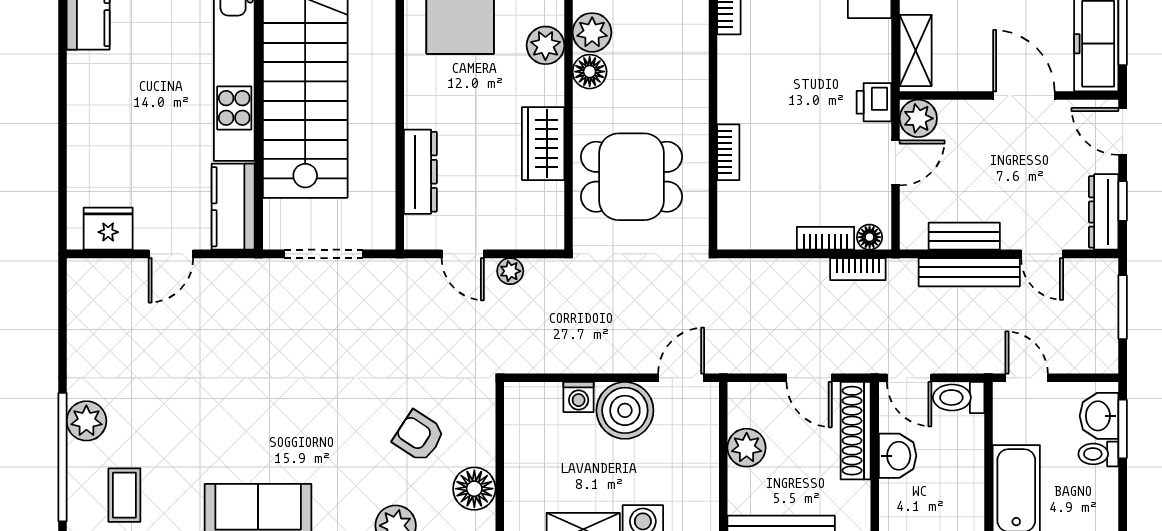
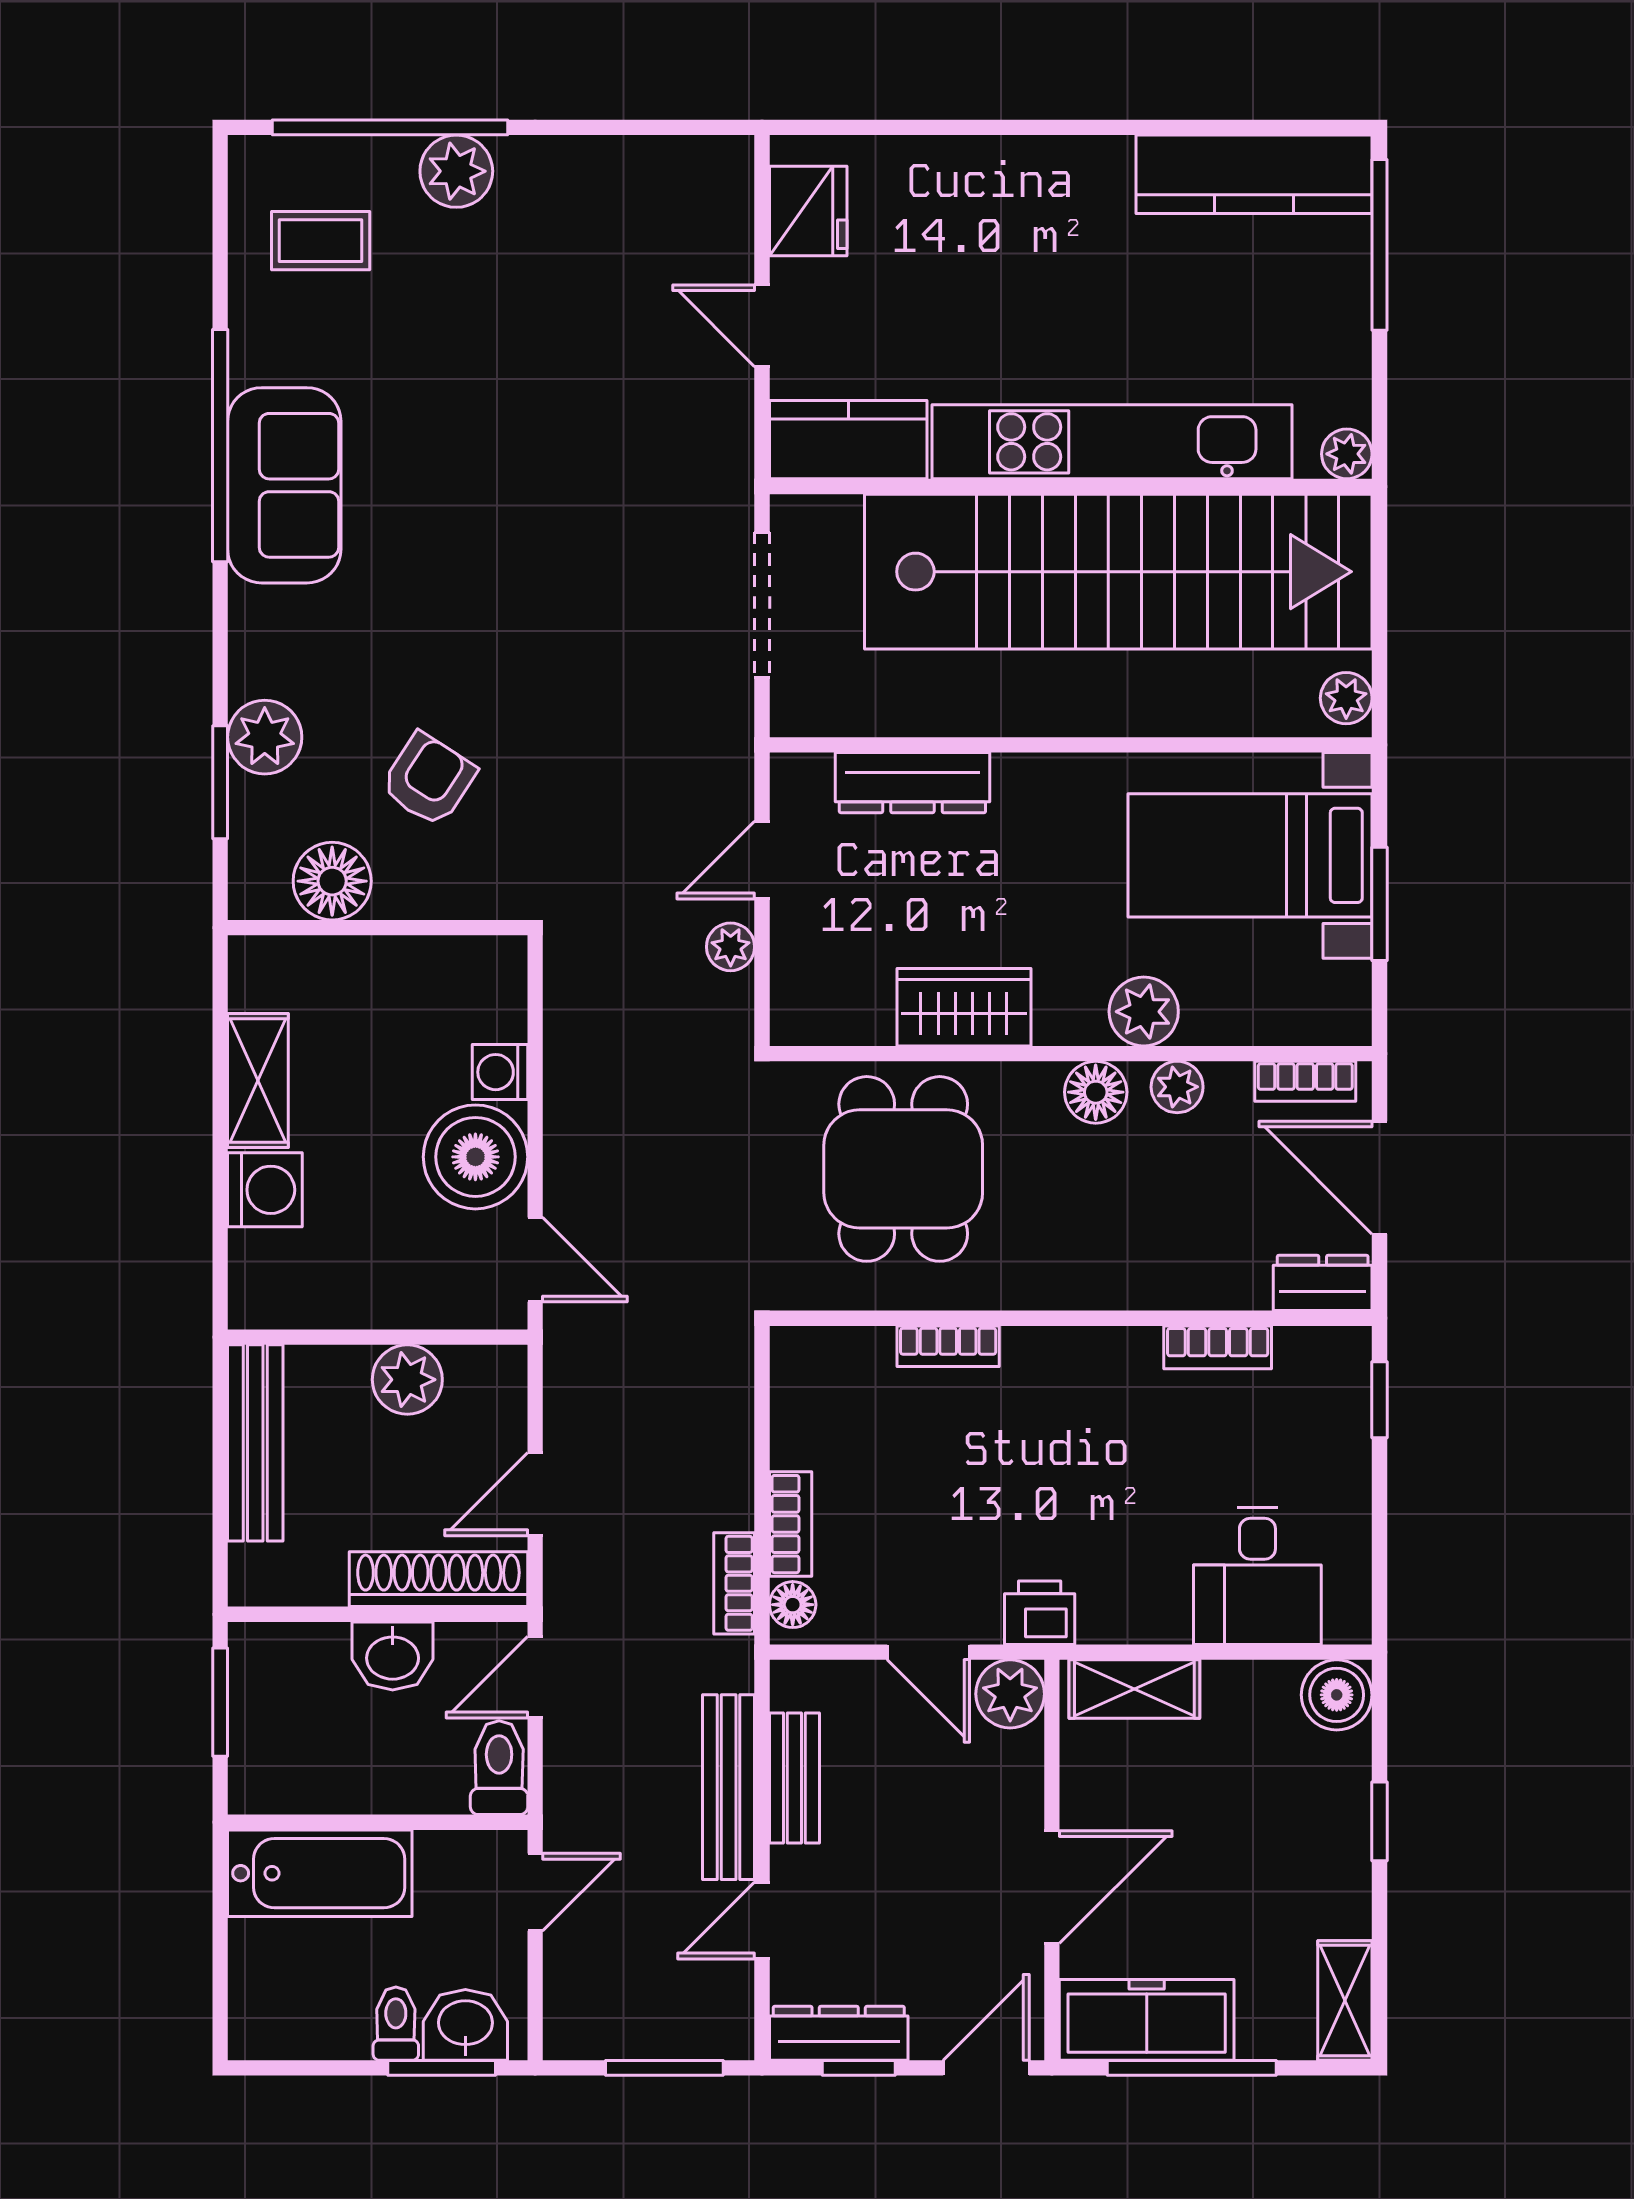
plant: (592, 32) -> (1177, 1087), width x0.73, depth x0.73

